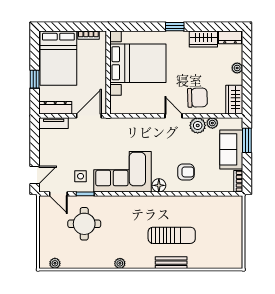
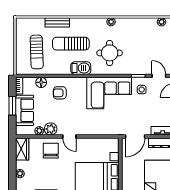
chair: (197, 98) -> (51, 151), turned 92
window: (247, 140) -> (12, 106), moved
floor lamp: (159, 185) -> (41, 82), moved
barbecue: (159, 204) -> (81, 68), added
round table: (84, 224) -> (110, 53), moved
sun lounger: (216, 225) -> (37, 52), added
bench: (171, 263) -> (57, 22), moved

